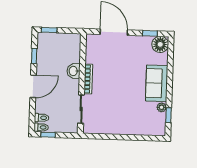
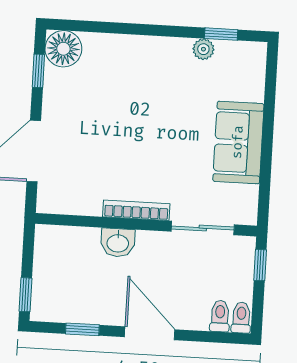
sofa: (157, 83) -> (238, 142), moved, turned 90
window: (48, 135) -> (260, 265), moved

